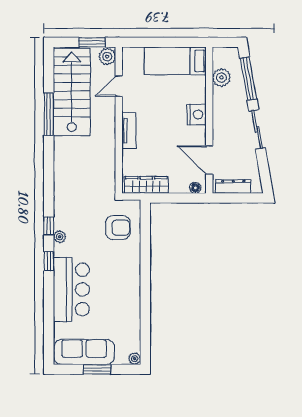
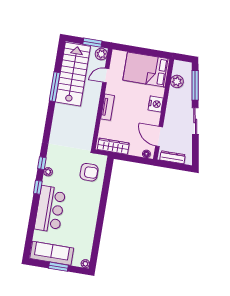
bed: (175, 61) -> (146, 70), width x1.50

